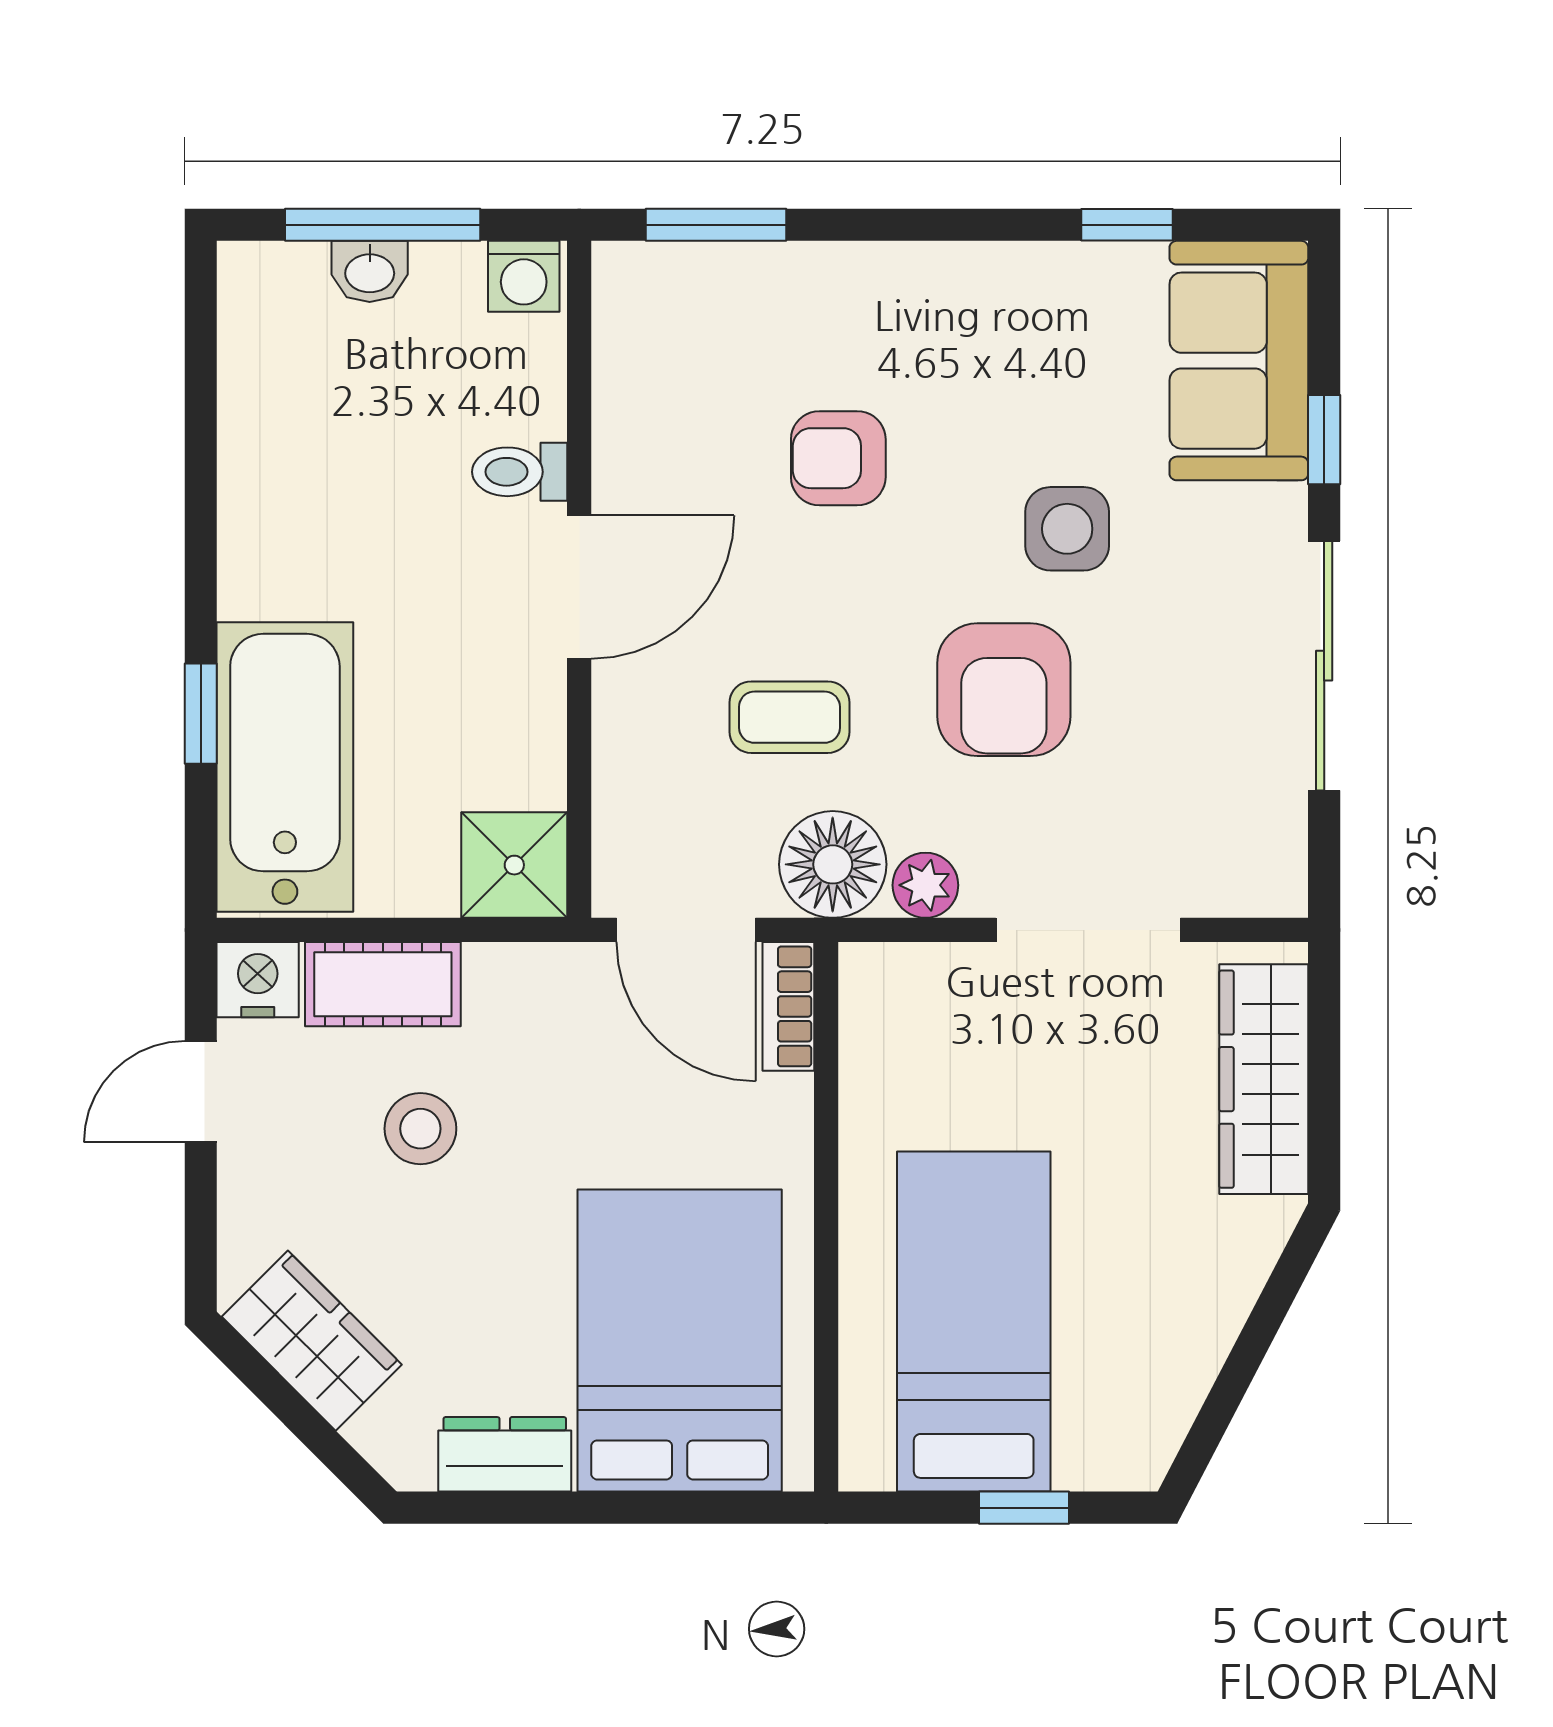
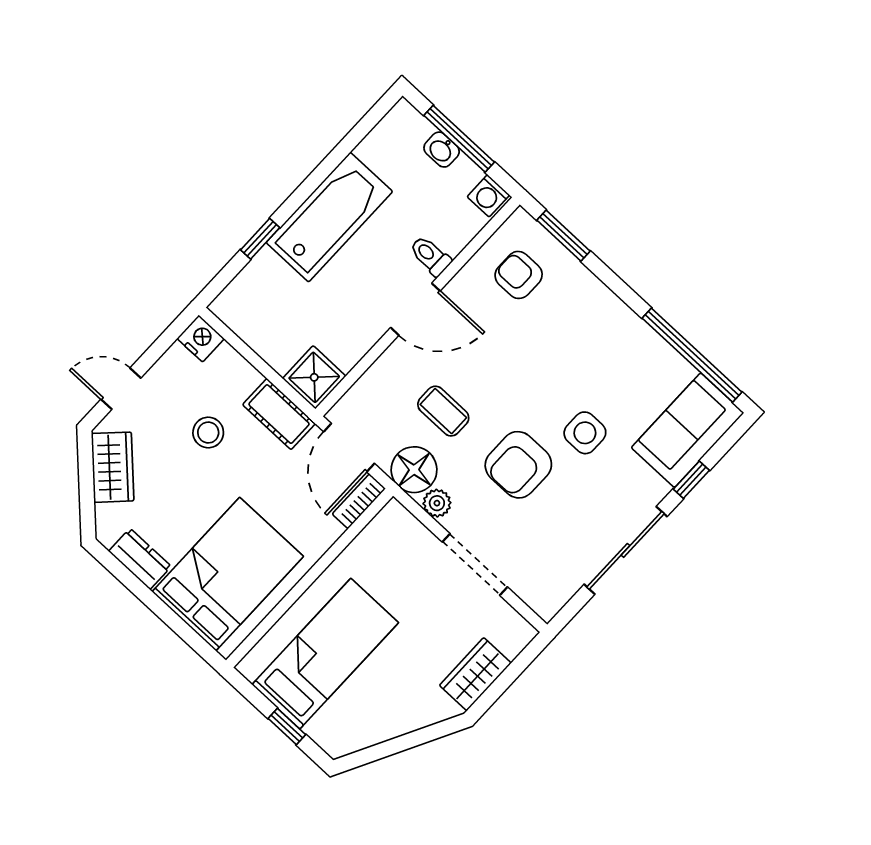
window: (1127, 225) -> (692, 355), width x3.17
armchair: (838, 458) -> (519, 275), moved
bathtub: (285, 767) -> (329, 217), moved
cot: (383, 984) -> (279, 414), moved
wardrobe: (1264, 1079) -> (475, 674), width x0.67
door: (201, 1092) -> (121, 389), moved

